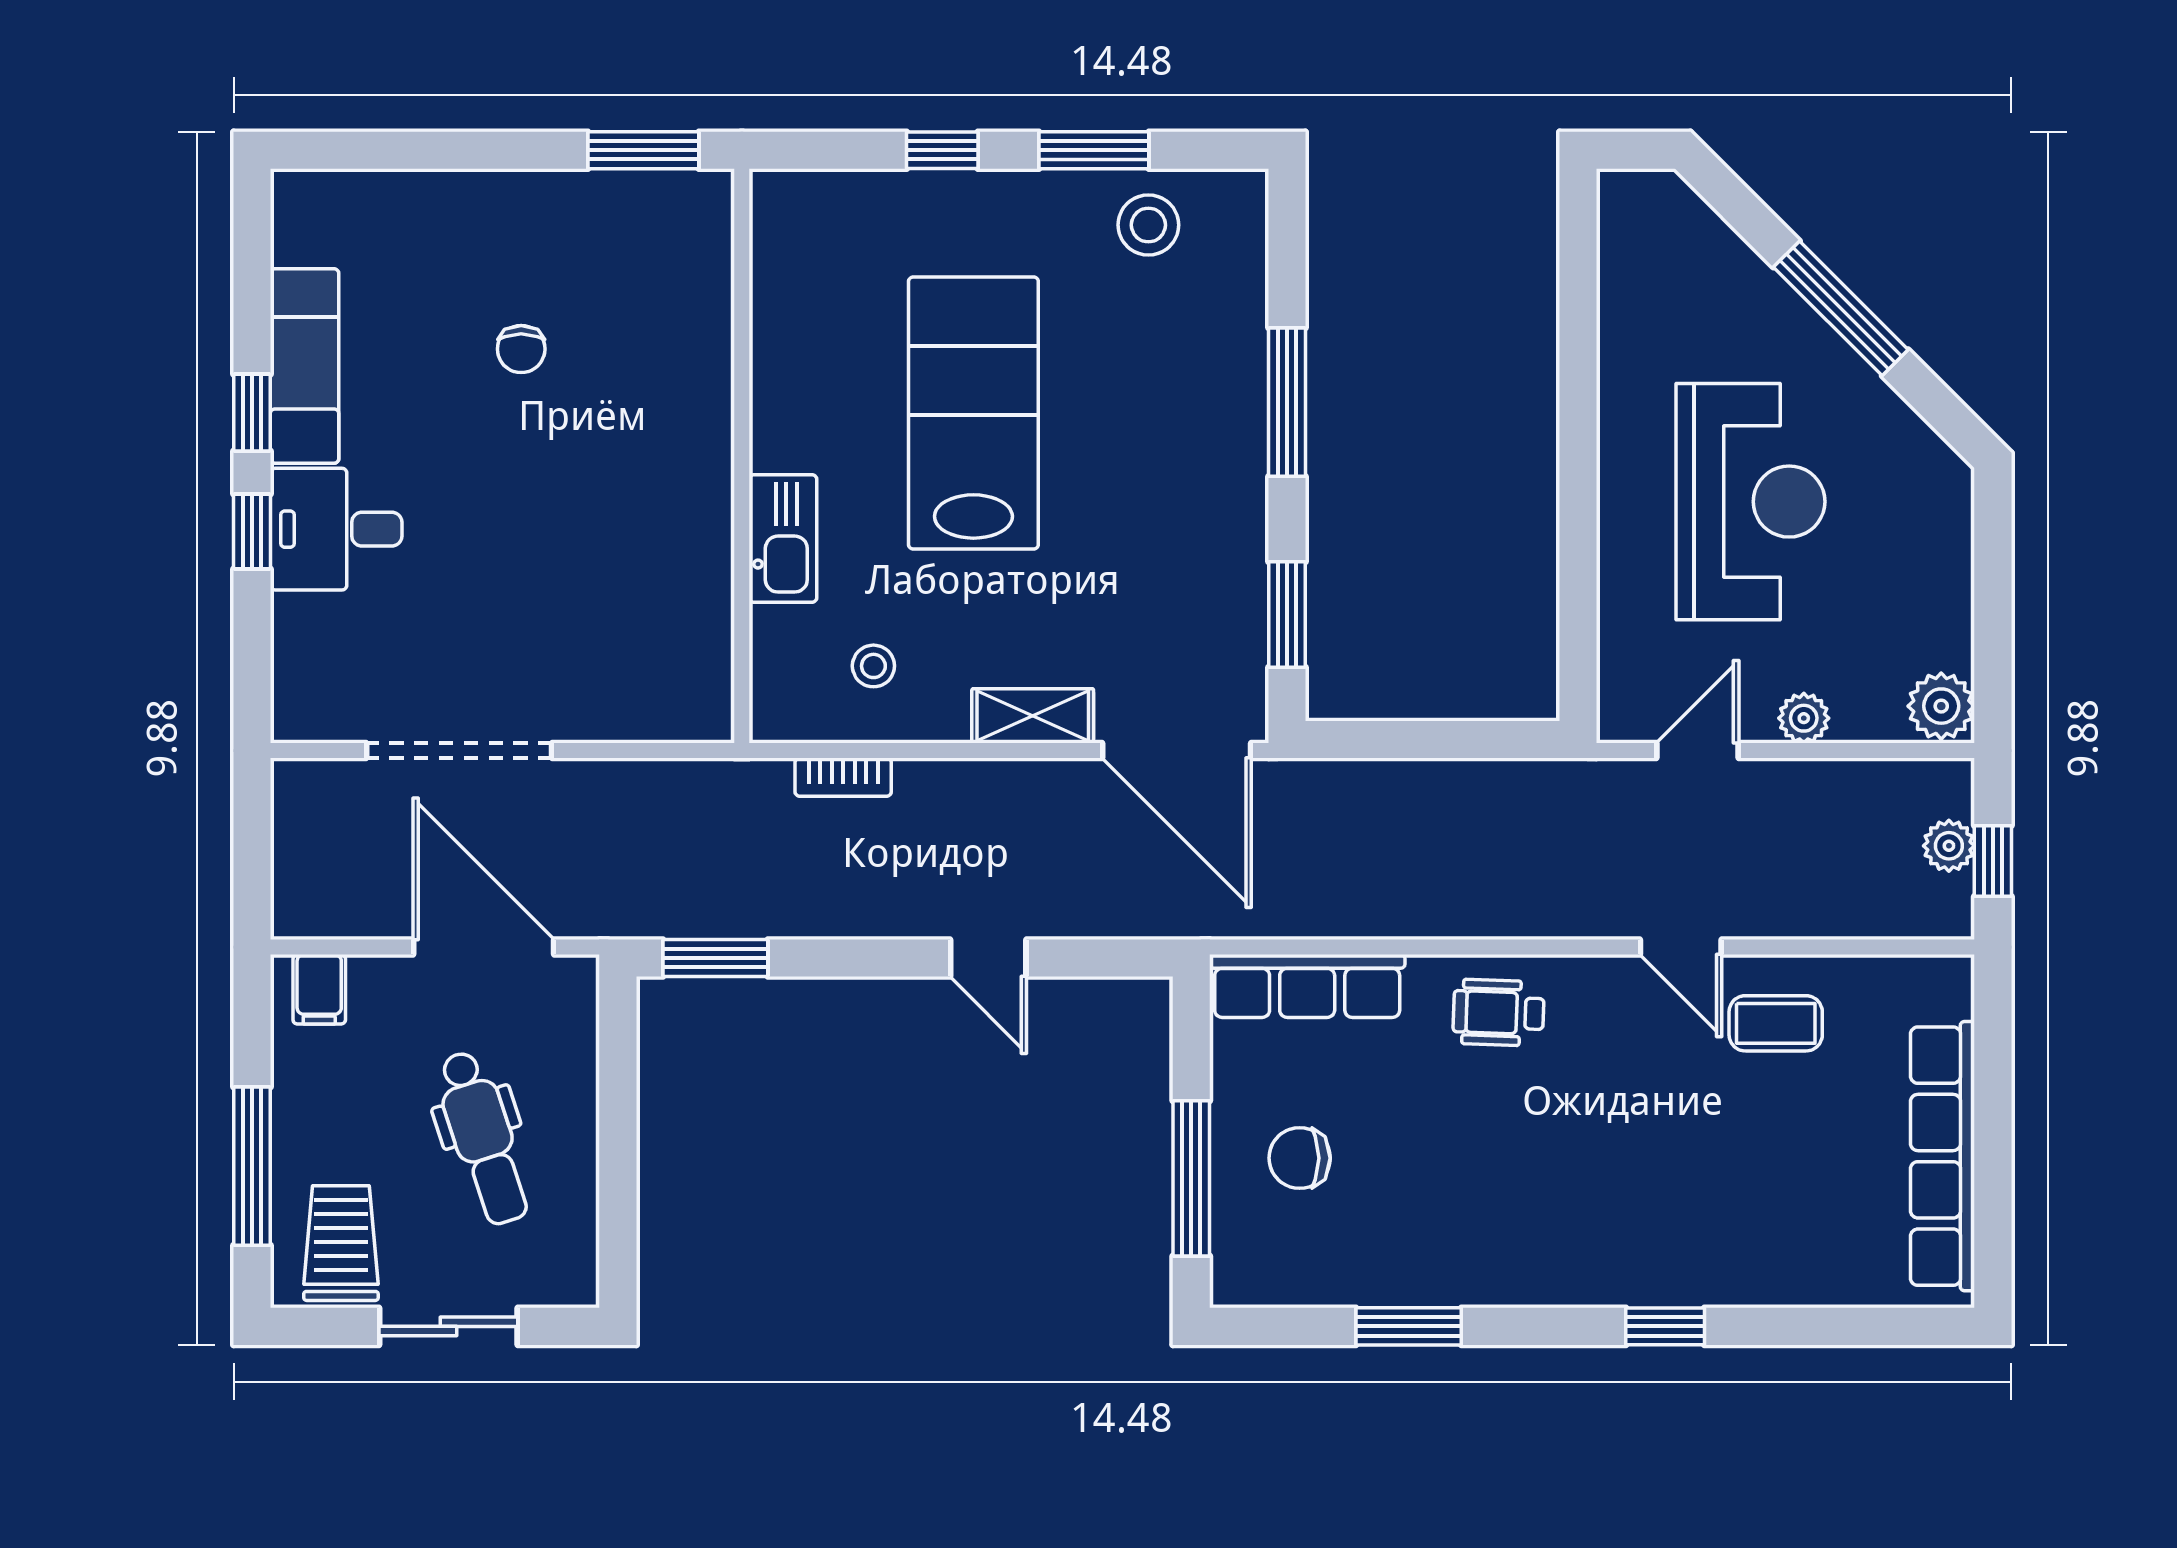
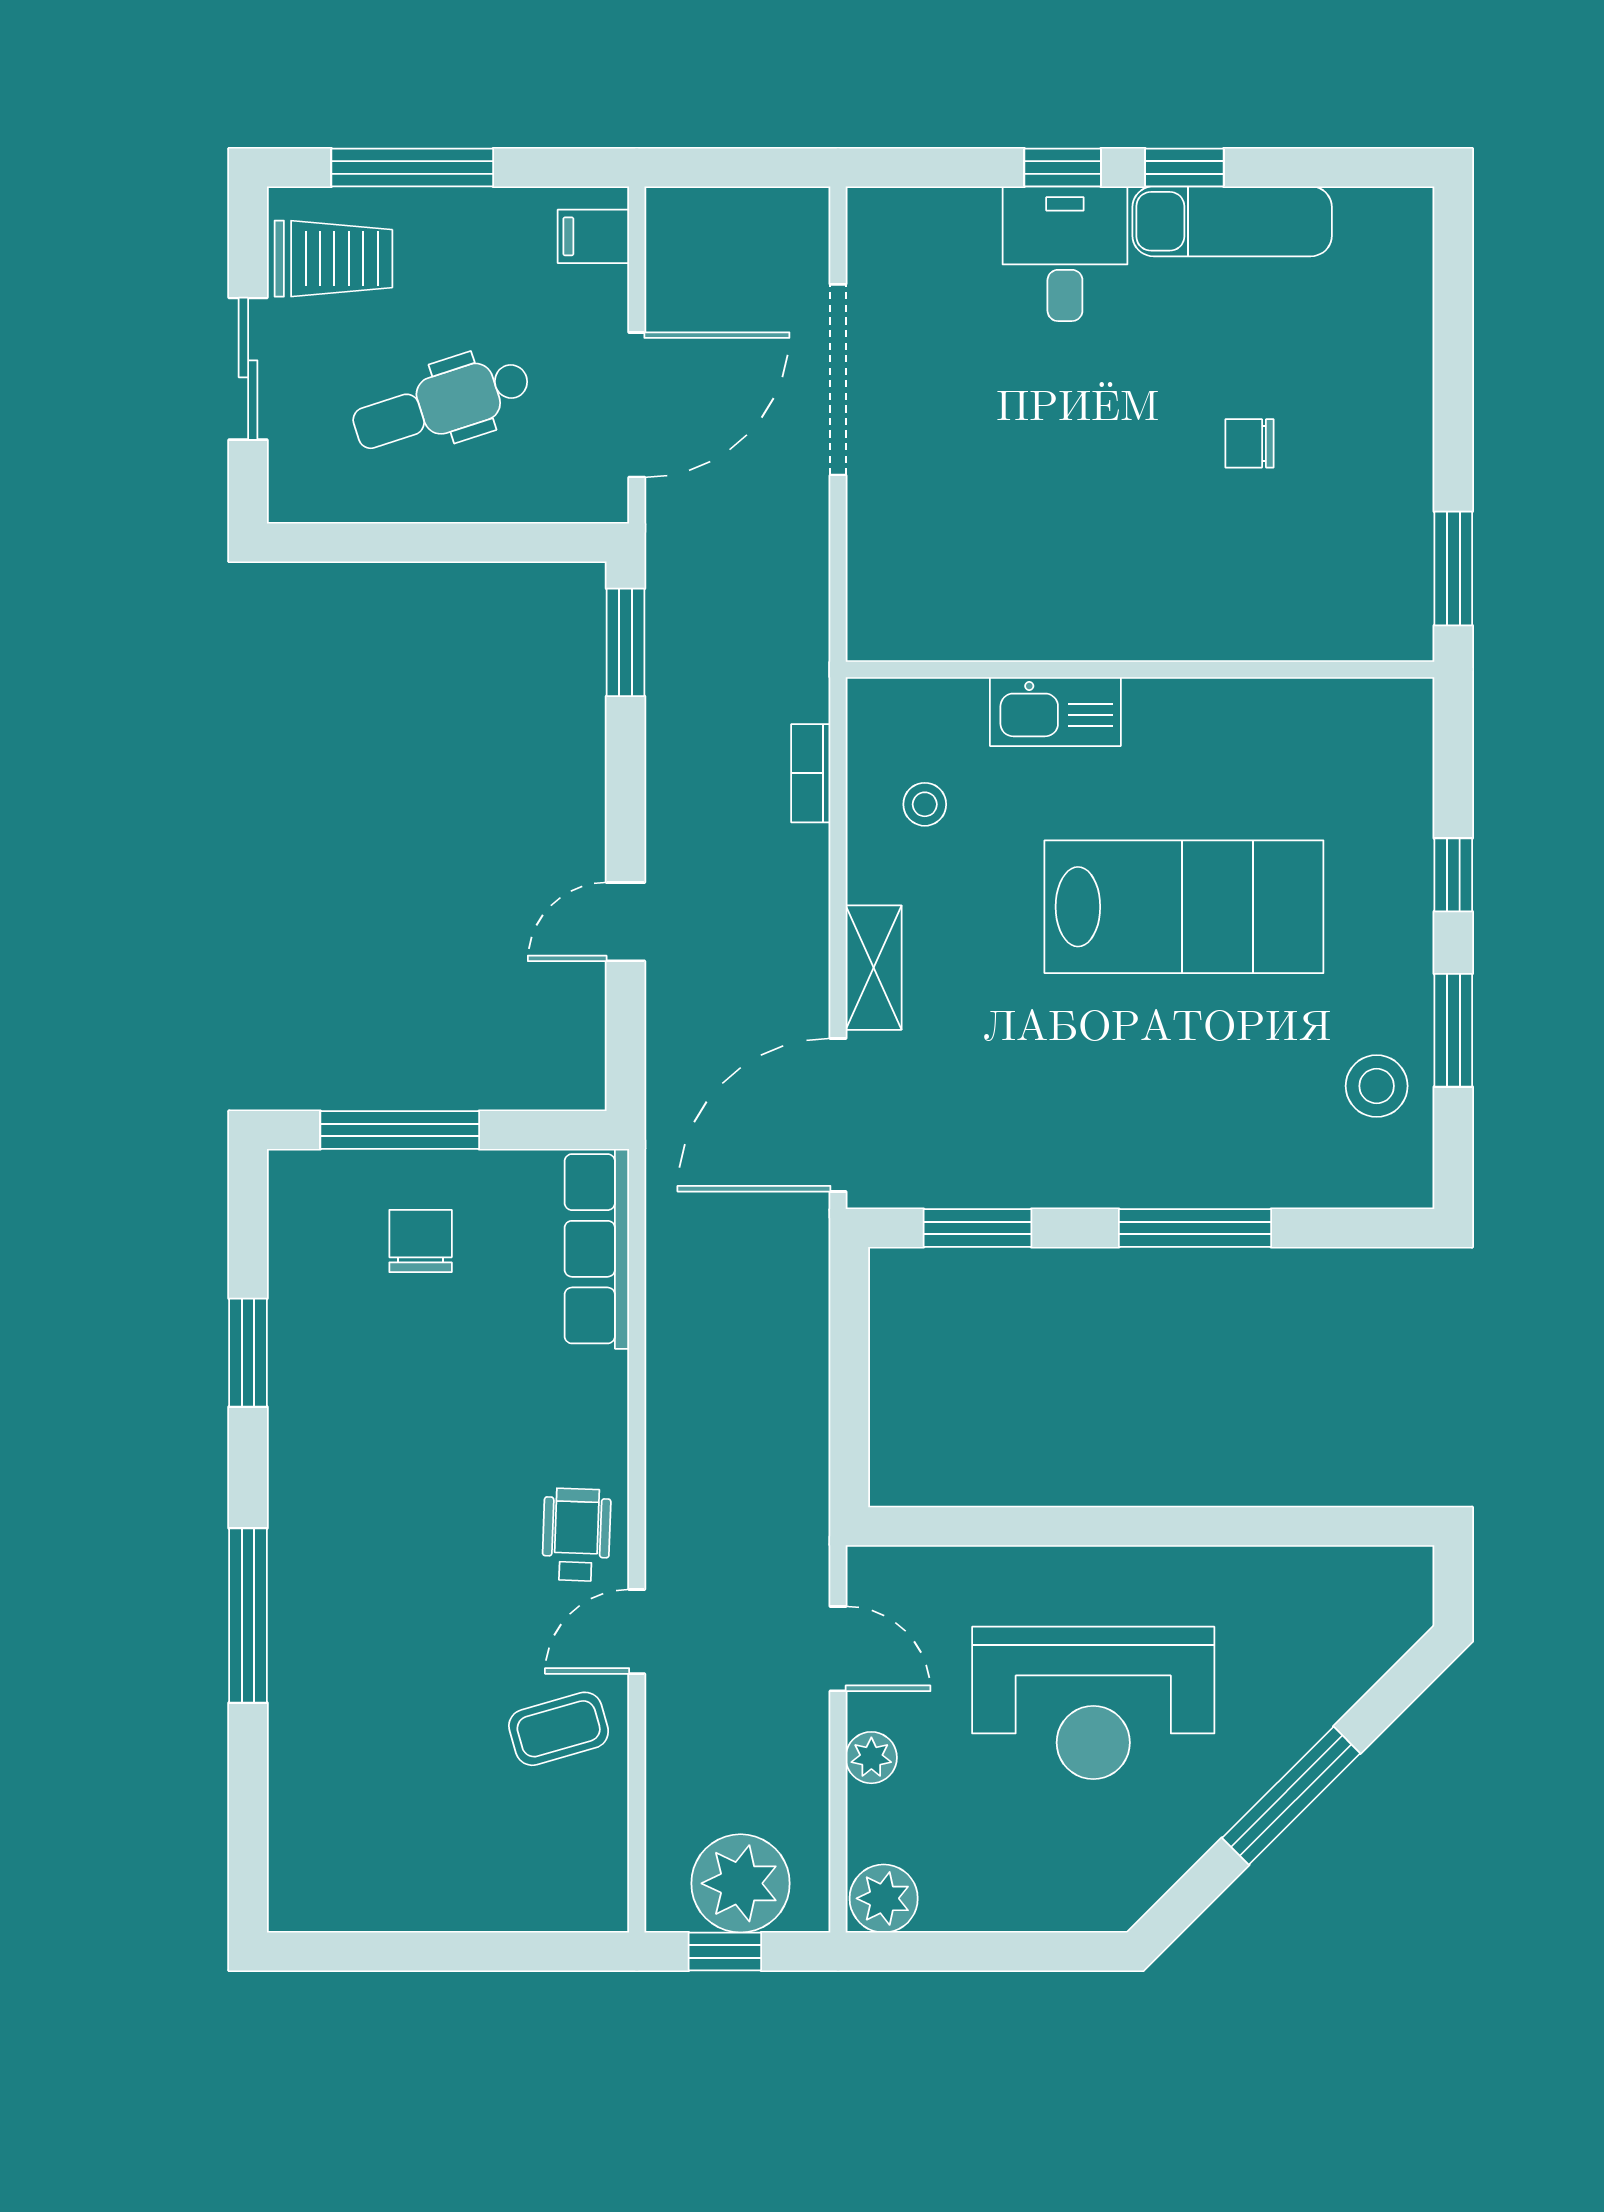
plant: (1949, 846) -> (741, 1883), width x1.88, depth x1.88
wheelchair: (1499, 1013) -> (576, 1535), moved
coffee table: (1776, 1023) -> (559, 1729), turned 74
row of seats: (1943, 1156) -> (422, 1900), removed
window: (1665, 1326) -> (248, 1616), width x2.17

